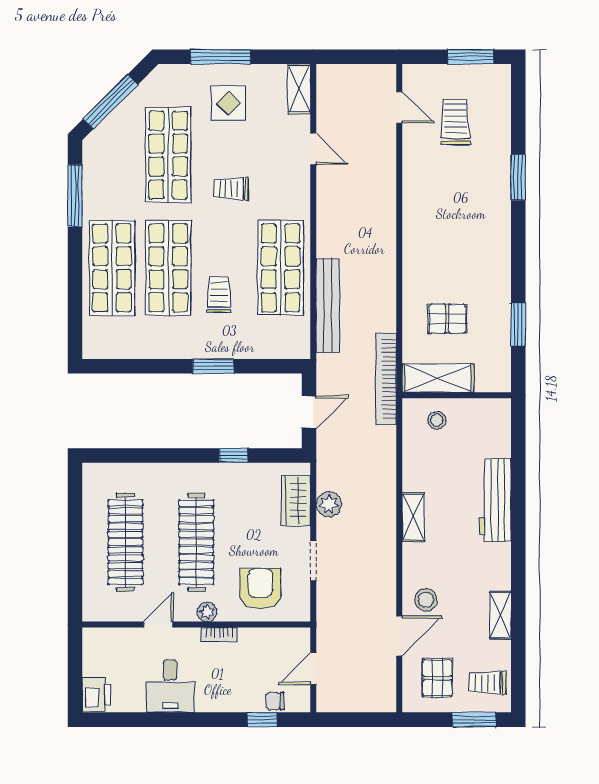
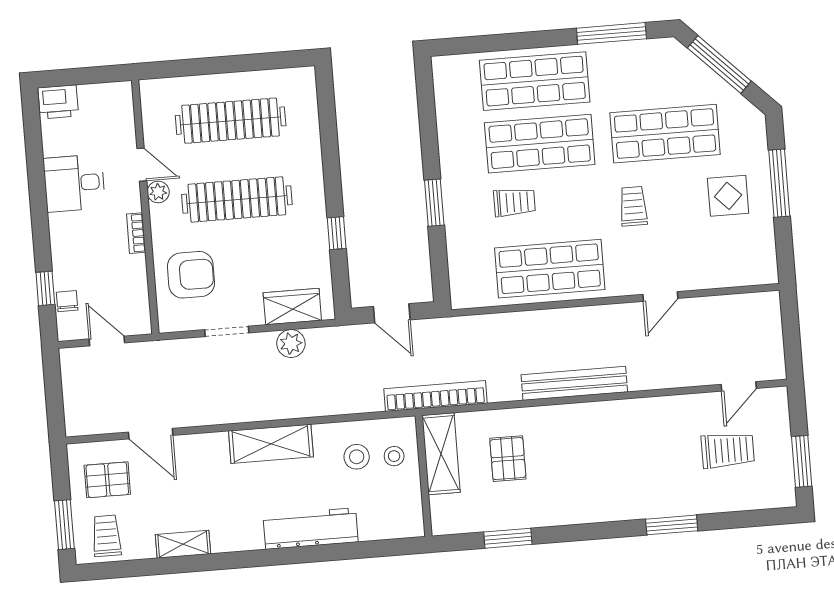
shelving: (299, 89) -> (750, 273), removed
door: (313, 149) -> (660, 296), moved
bench: (328, 306) -> (574, 383), moved
shelving: (413, 517) -> (271, 444), width x1.50, depth x1.33
stool: (426, 600) -> (357, 457), moved
plant: (207, 612) -> (158, 192), moved

